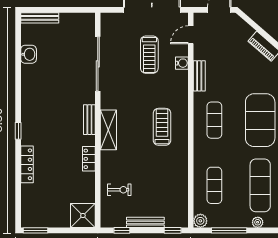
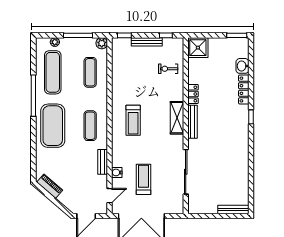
washbasin: (29, 54) -> (242, 66), moved
bench: (89, 120) -> (193, 122), width x1.36

